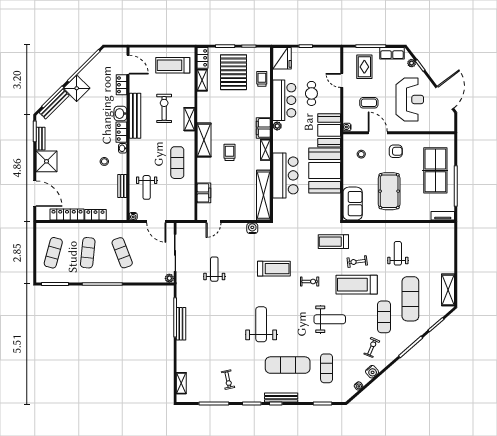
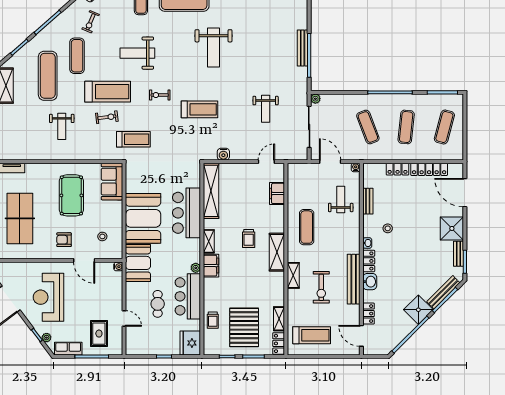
coffee table: (369, 103) -> (94, 294), removed
treadmill: (274, 269) -> (199, 109), turned 180

